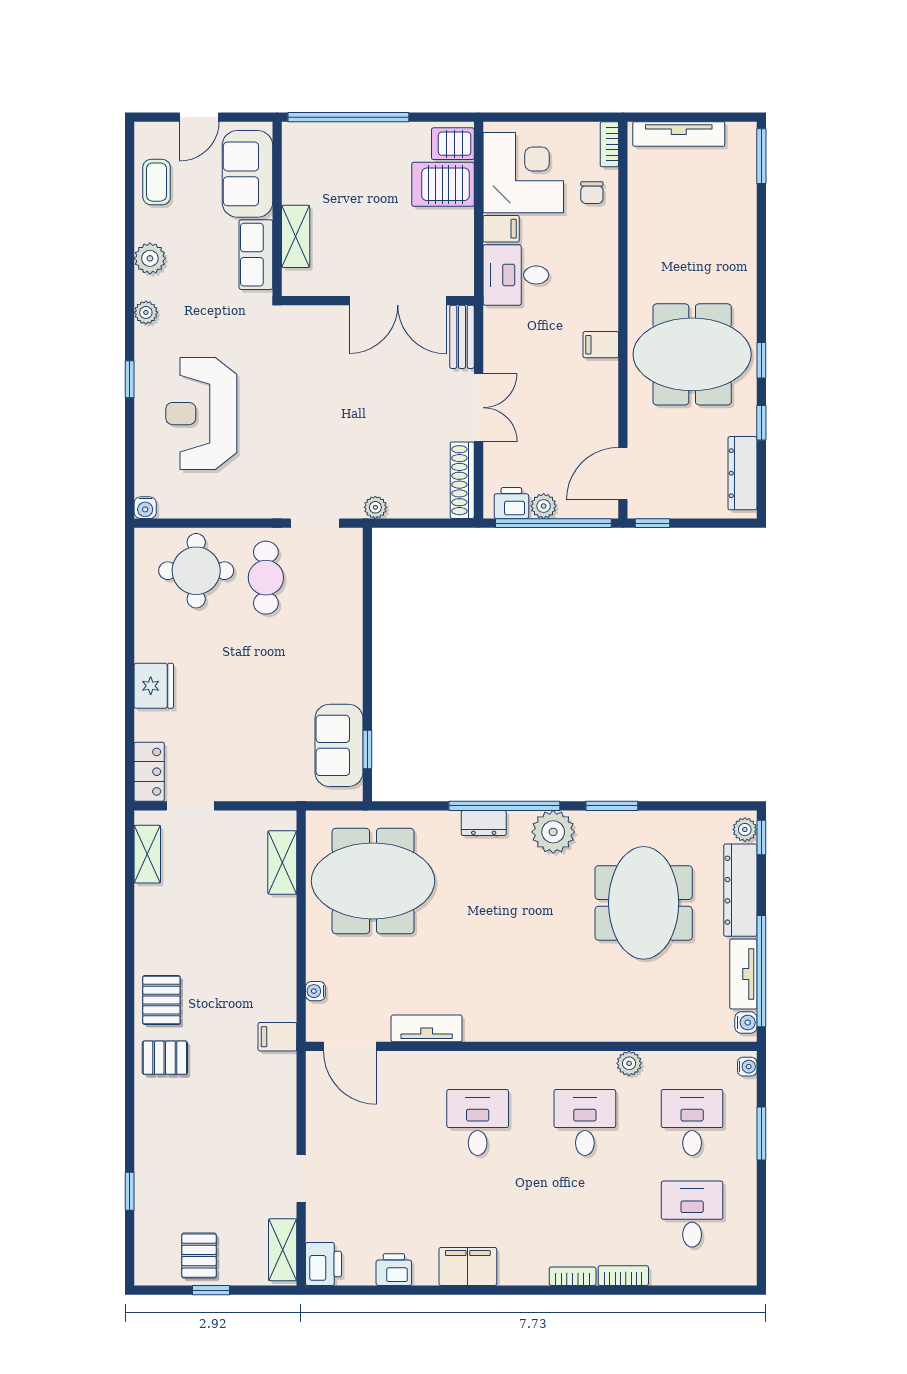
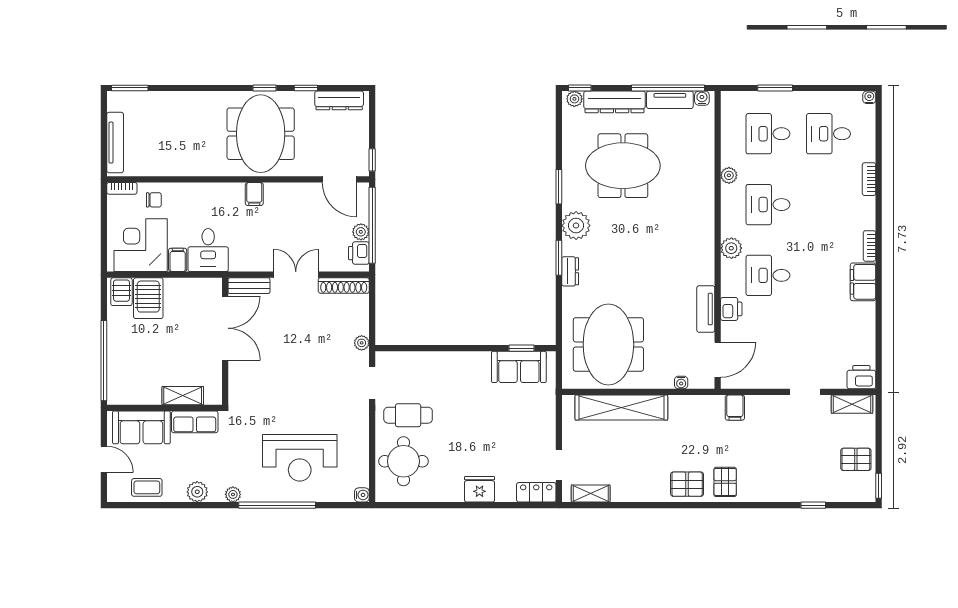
window: (130, 379) -> (277, 505), width x3.17
window: (504, 806) -> (559, 258), width x0.47
shelving: (282, 862) -> (621, 408), width x2.20, depth x1.33
filing cabinet: (277, 1037) -> (735, 408), moved
plant: (519, 1067) -> (731, 248), added
water cooler: (747, 1067) -> (869, 97), moved
printer: (394, 1270) -> (731, 309), moved, turned 180
bookcase: (573, 1276) -> (869, 246), moved
window: (211, 1290) -> (879, 486), moved

